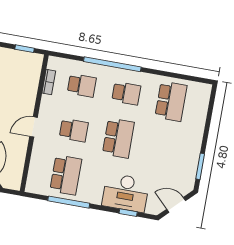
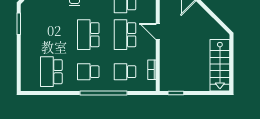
door: (33, 127) -> (158, 32), swing flipped
school desk: (74, 130) -> (125, 35), width x1.85

